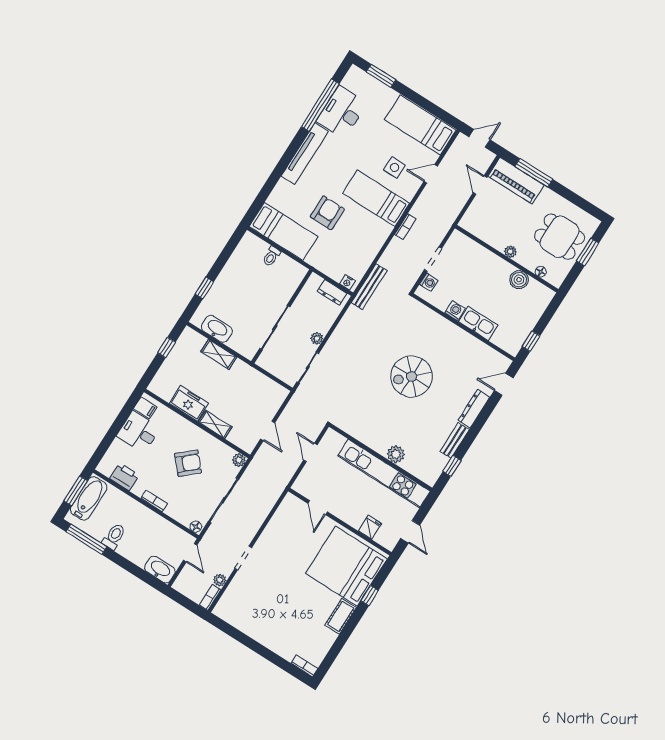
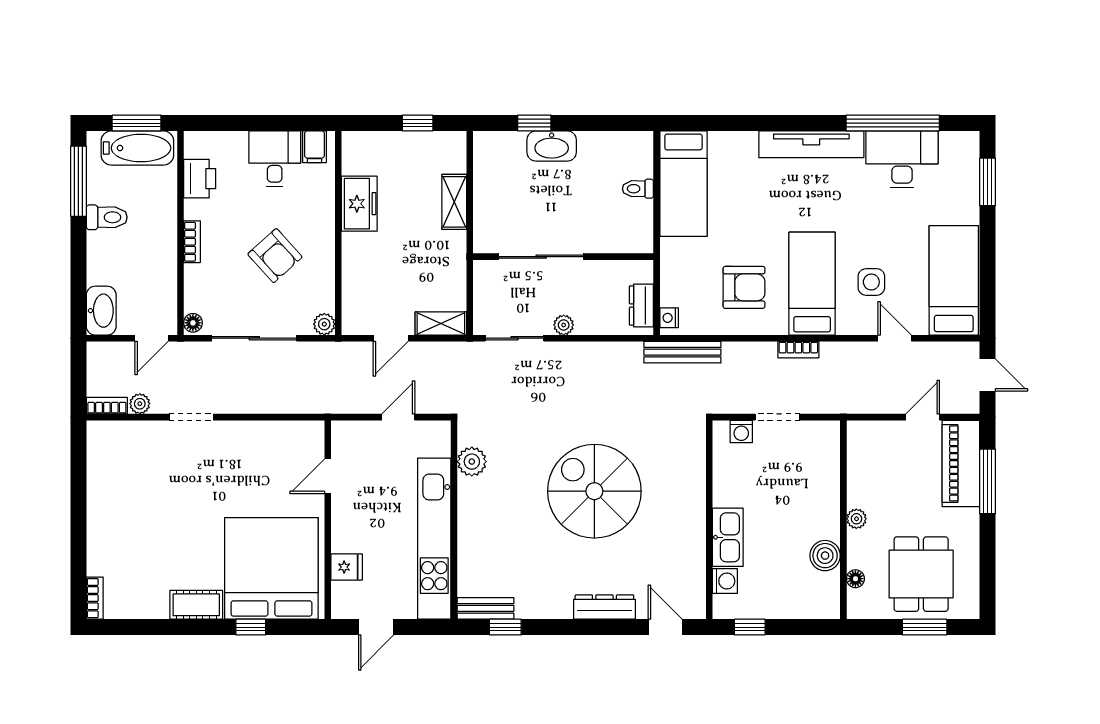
armchair: (327, 213) -> (744, 287), moved
washing machine: (455, 311) -> (725, 581), moved
washbasin: (217, 329) -> (552, 146), moved, turned 90
spiral stairs: (412, 376) -> (594, 491), width x1.37, depth x1.37
shelving: (215, 424) -> (441, 323), moved, turned 90
bench: (455, 441) -> (486, 608), moved
plant: (396, 454) -> (472, 462), moved

